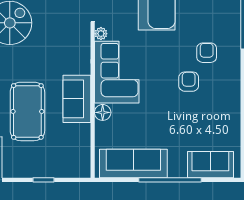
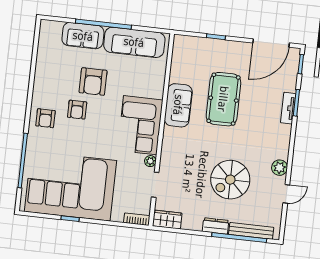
armchair: (207, 53) -> (45, 118), moved
floor lamp: (103, 112) -> (157, 91), removed
armchair: (174, 115) -> (93, 82), added
sofa: (210, 165) -> (83, 36), moved

